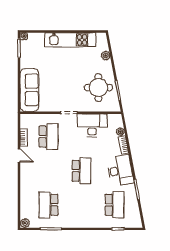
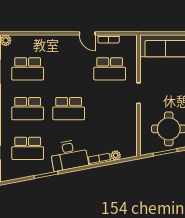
desk: (92, 125) -> (123, 121), removed
door: (19, 155) -> (87, 33), hinge flipped
school desk: (48, 205) -> (28, 69), turned 180
school desk: (82, 205) -> (28, 109), added

